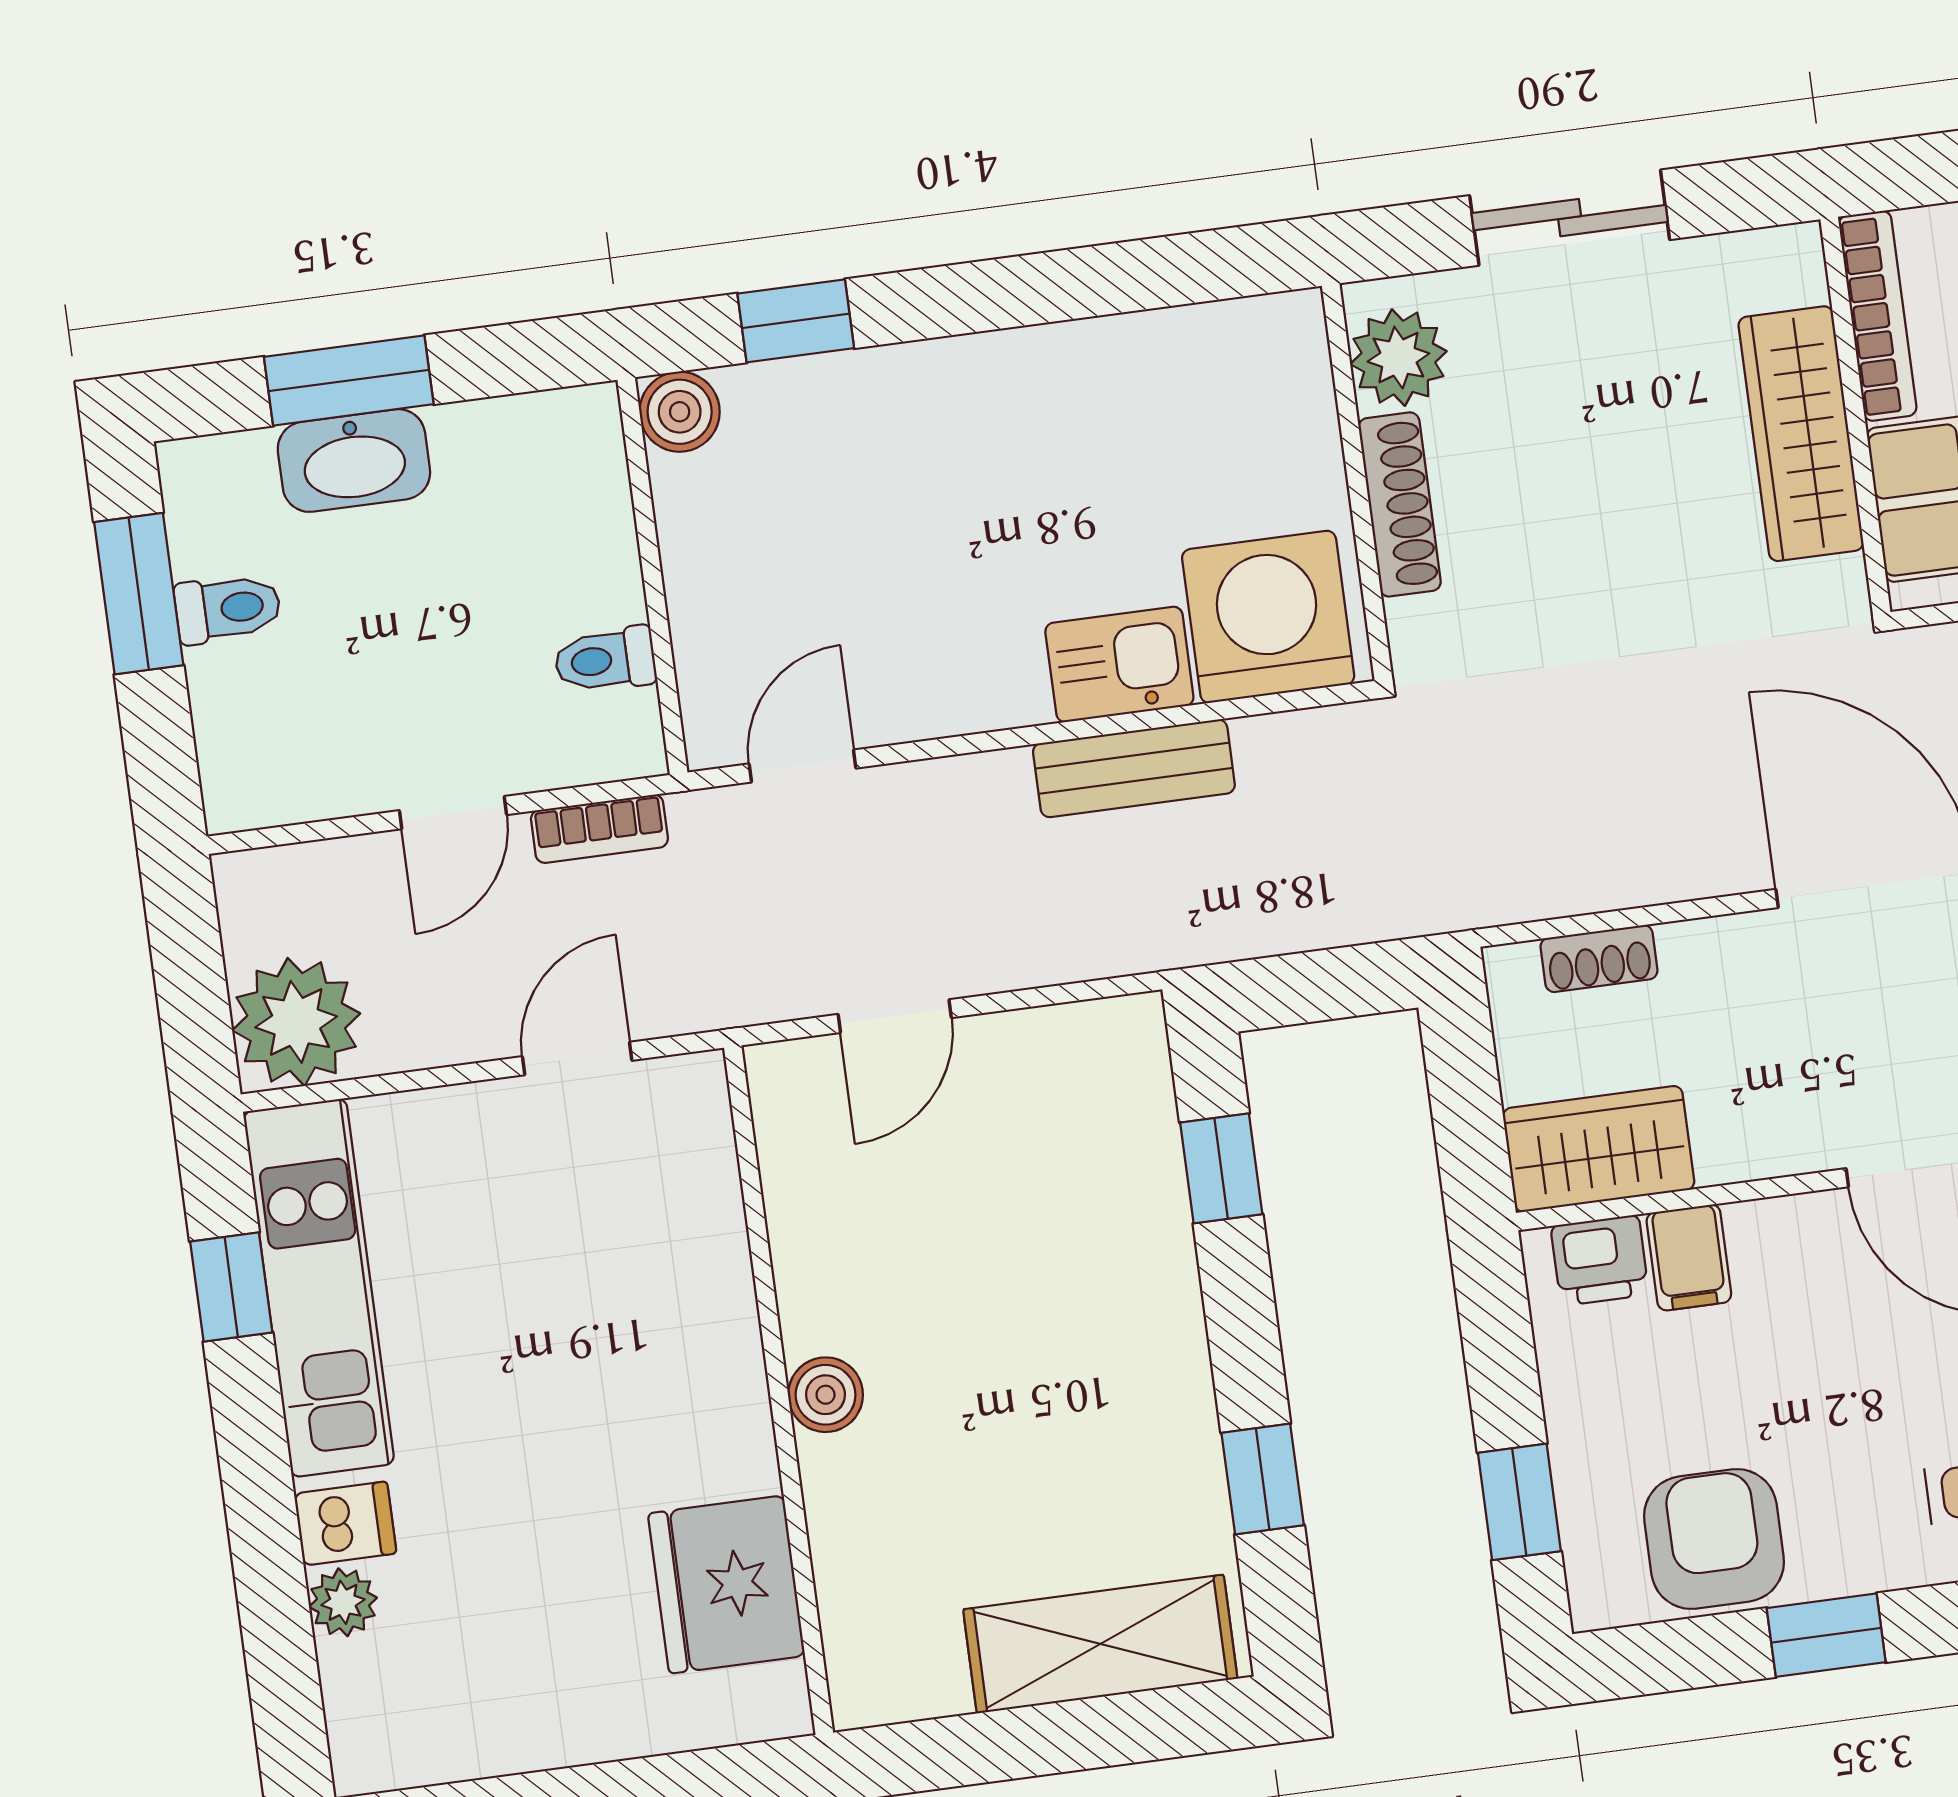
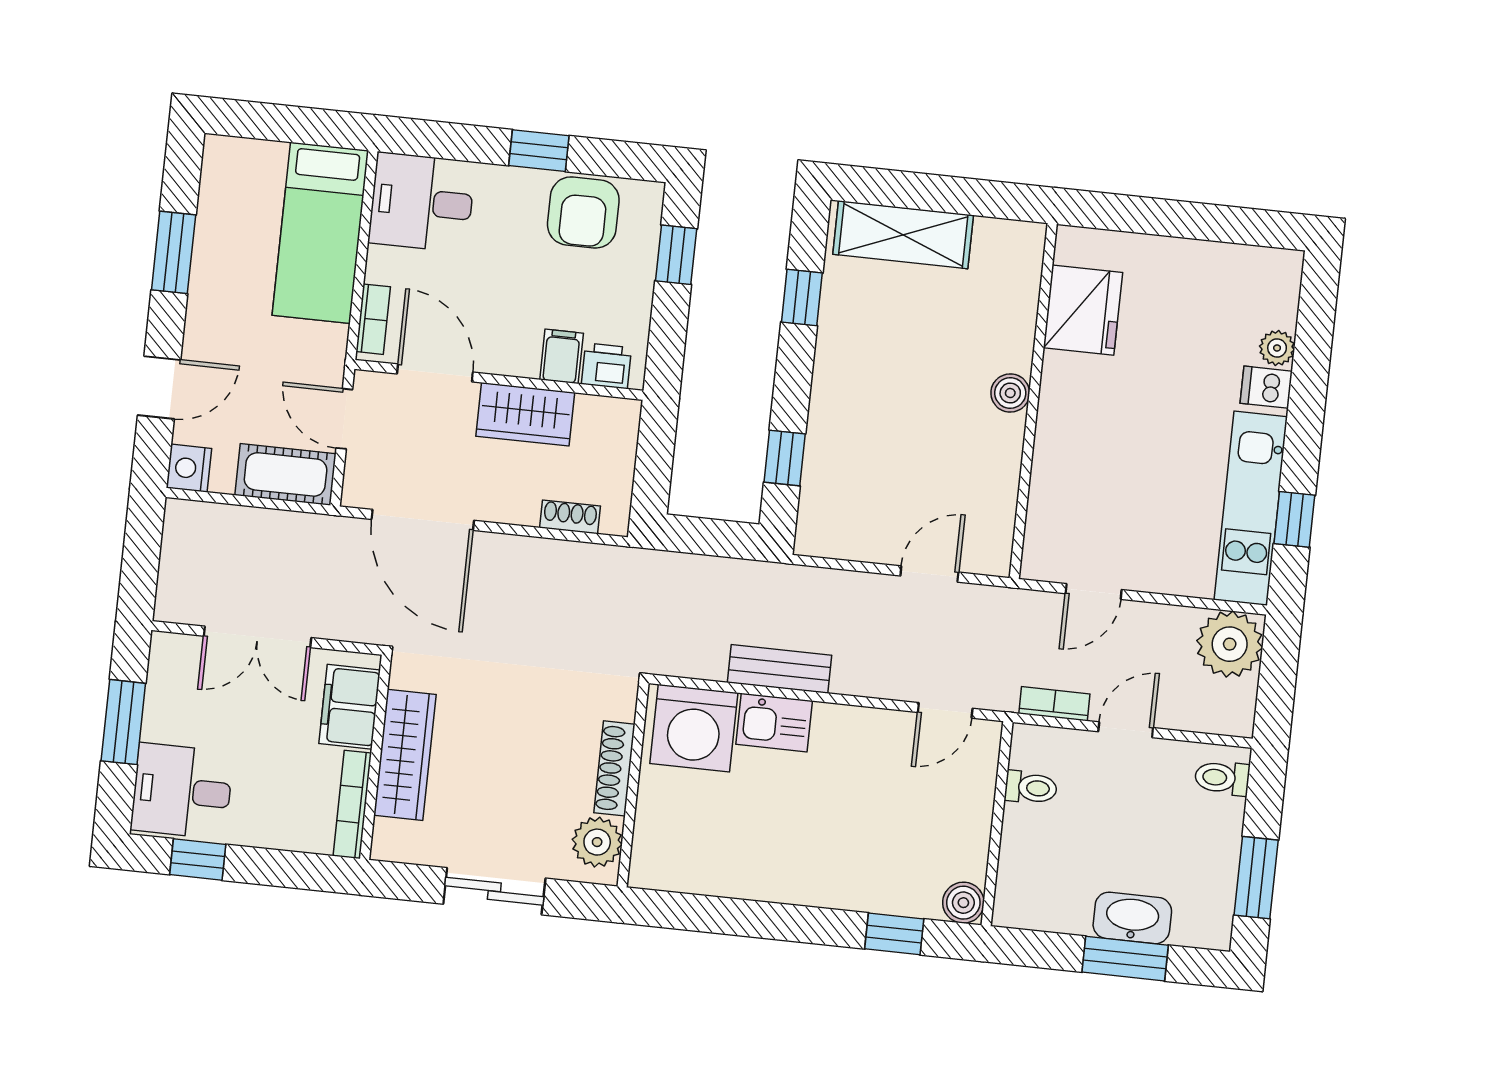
toilet: (228, 609) -> (1222, 778), moved
wardrobe: (1599, 1149) -> (525, 414), moved

